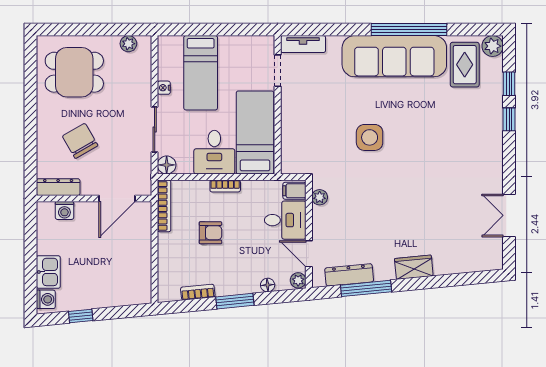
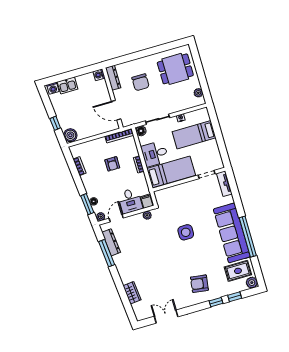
dining table: (74, 72) -> (175, 69), turned 90
armchair: (468, 139) -> (199, 284), added
chair: (80, 141) -> (141, 82), turned 120
washing machine: (64, 211) -> (99, 75), moved
wardrobe: (414, 267) -> (132, 293), moved
boiler: (138, 292) -> (70, 135), added
window: (235, 301) -> (87, 204), moved
window: (81, 316) -> (55, 123), moved

